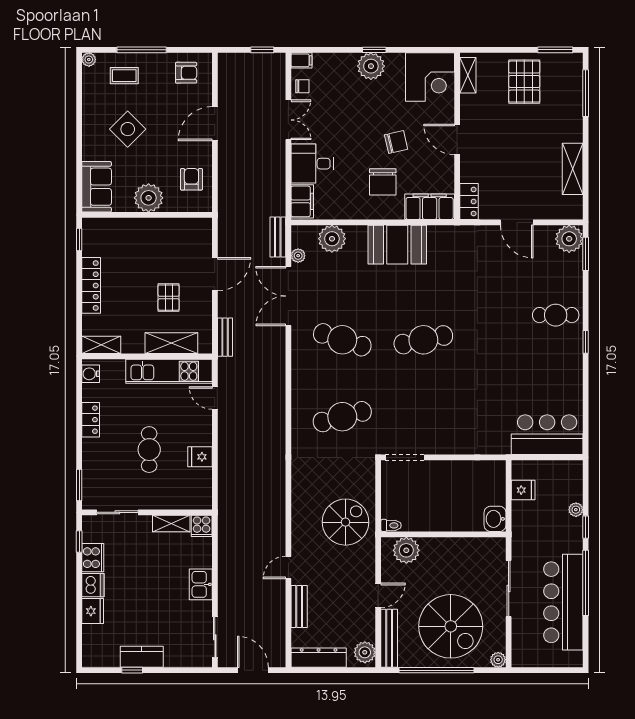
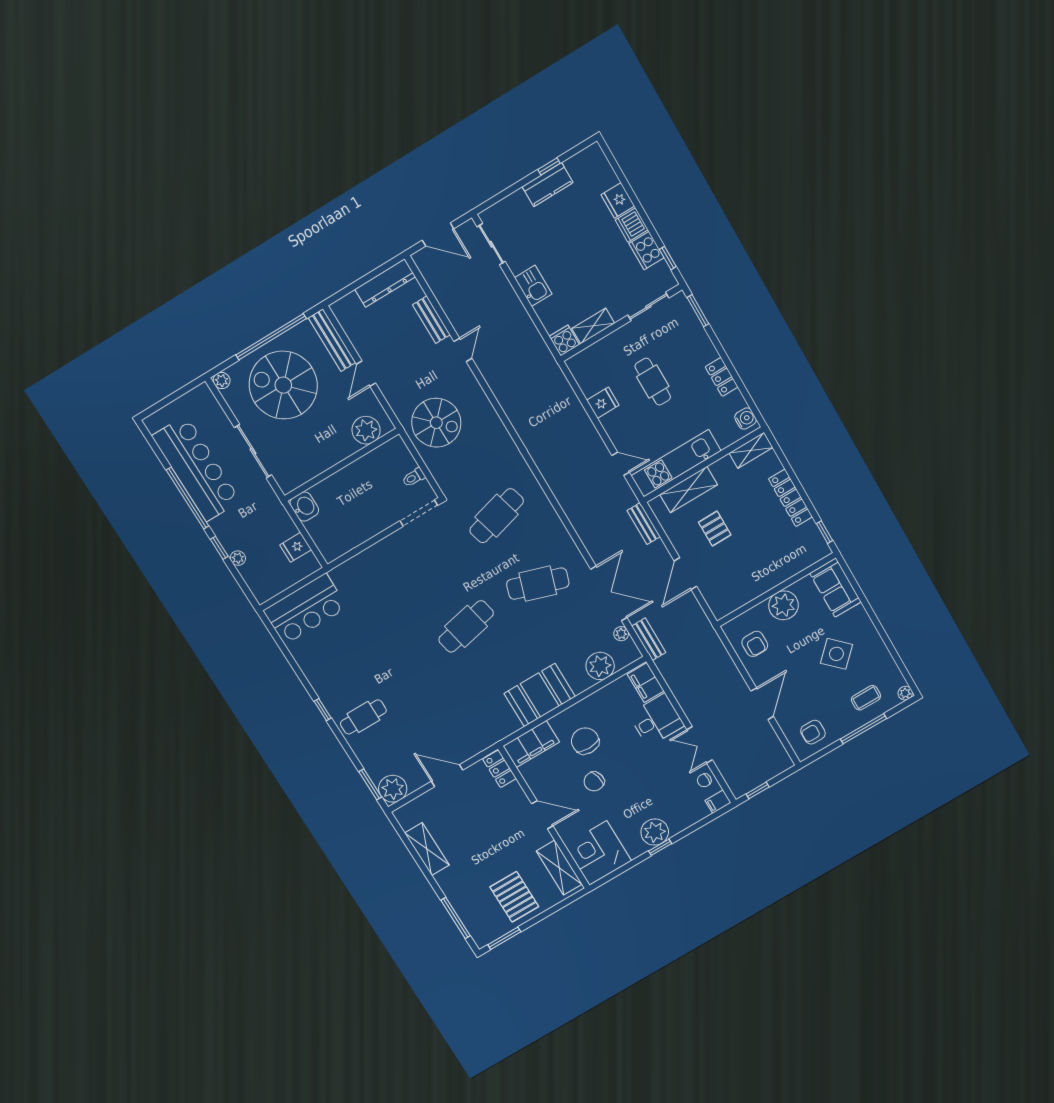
shelving: (468, 75) -> (559, 868), width x1.50, depth x1.33
spiral stairs: (346, 522) -> (436, 423), turned -90
toilet: (391, 525) -> (414, 477), moved
plant: (365, 652) -> (346, 314), removed

